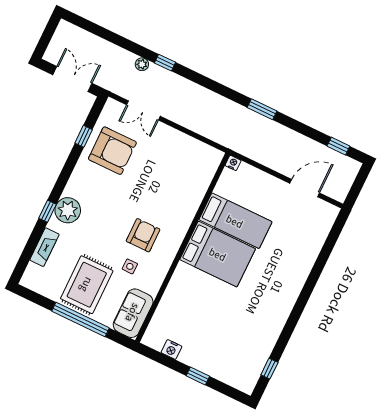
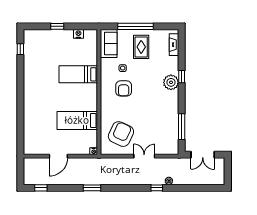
double door: (143, 110) -> (144, 156), moved
window: (84, 136) -> (182, 127), width x2.17
armchair: (112, 151) -> (121, 134), moved, turned 115
door: (305, 188) -> (58, 156), moved
fireplace: (44, 247) -> (174, 45), moved
bed: (218, 254) -> (78, 74), moved, width x0.67
rug: (87, 285) -> (141, 47), width x0.73, depth x0.70

